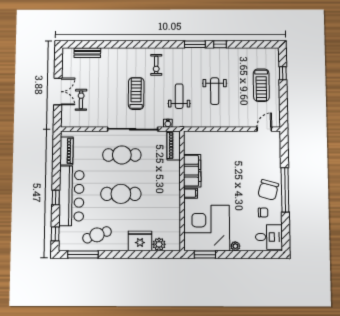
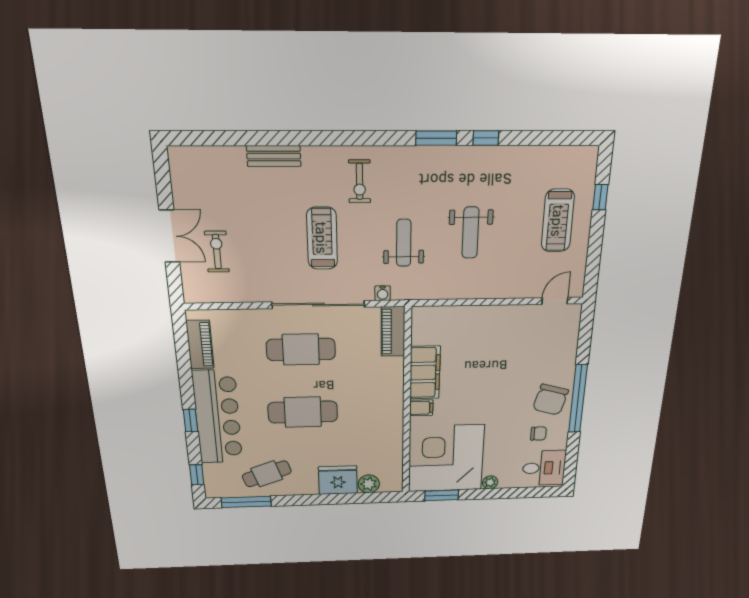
bench: (87, 53) -> (274, 156), moved

